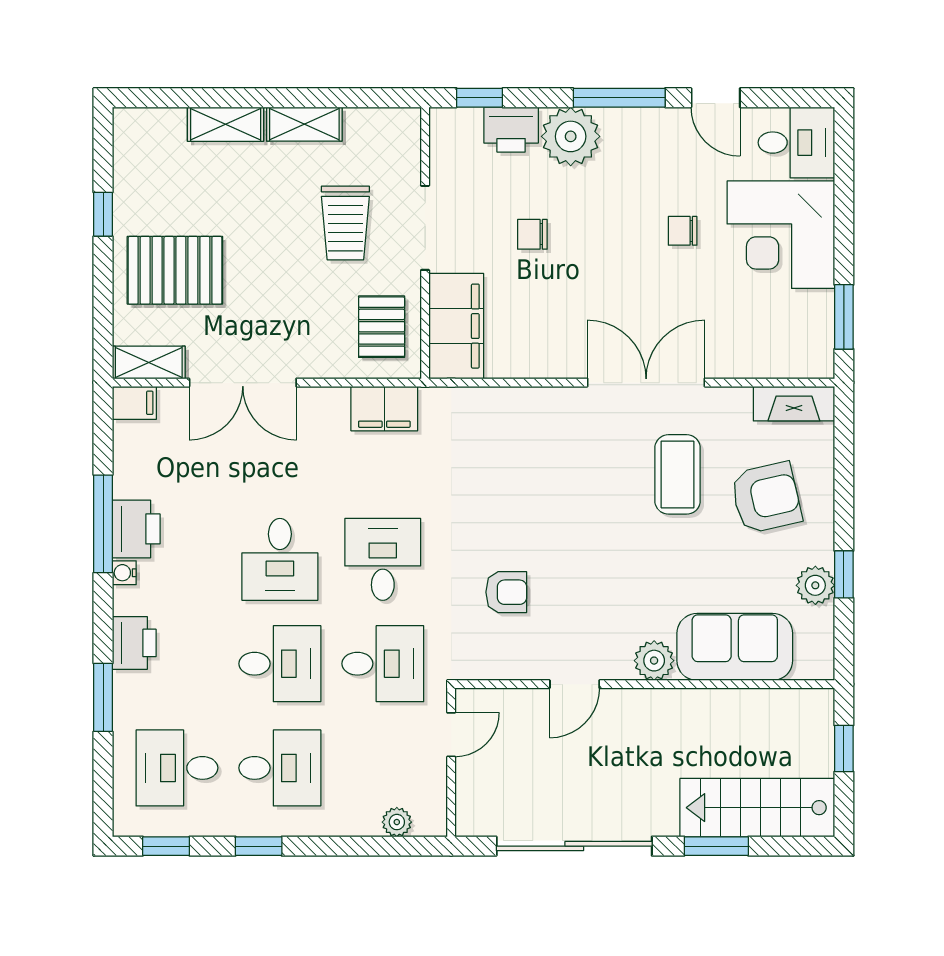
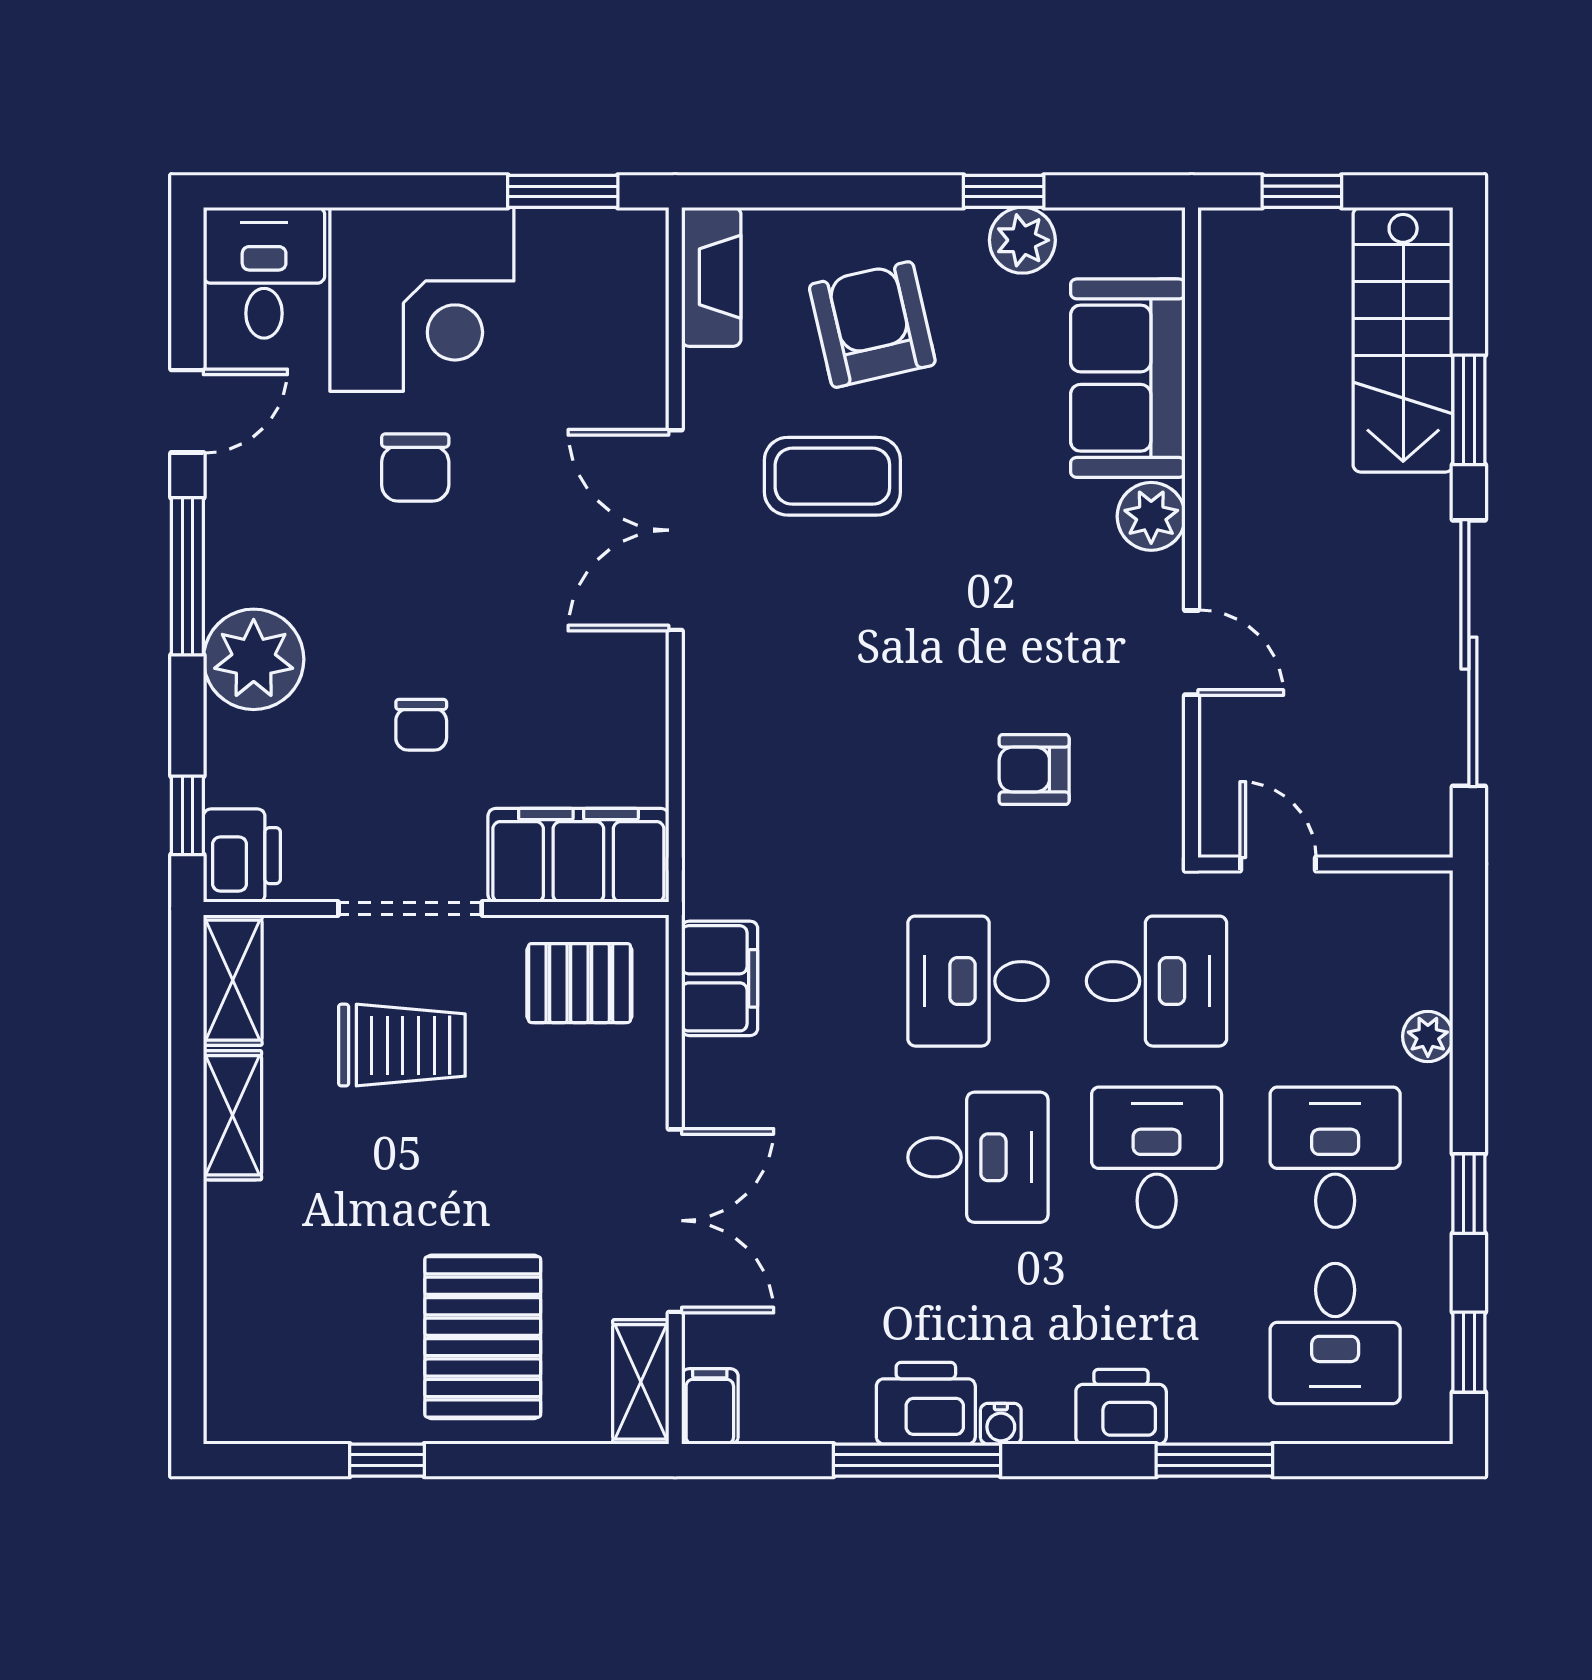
shelving: (226, 124) -> (233, 980), moved
printer: (511, 130) -> (242, 856), moved
chair: (683, 231) -> (415, 467), width x1.37, depth x1.37
armchair: (506, 592) -> (1034, 770), turned -90
desk: (383, 664) -> (1157, 981), turned 90
plant: (397, 822) -> (1428, 1036), moved

